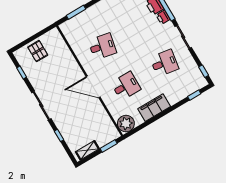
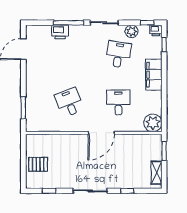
printer: (163, 17) -> (156, 31), moved
desk: (102, 46) -> (69, 102), turned -33
plant: (189, 63) -> (132, 31), added
filing cabinet: (154, 108) -> (154, 75), moved

